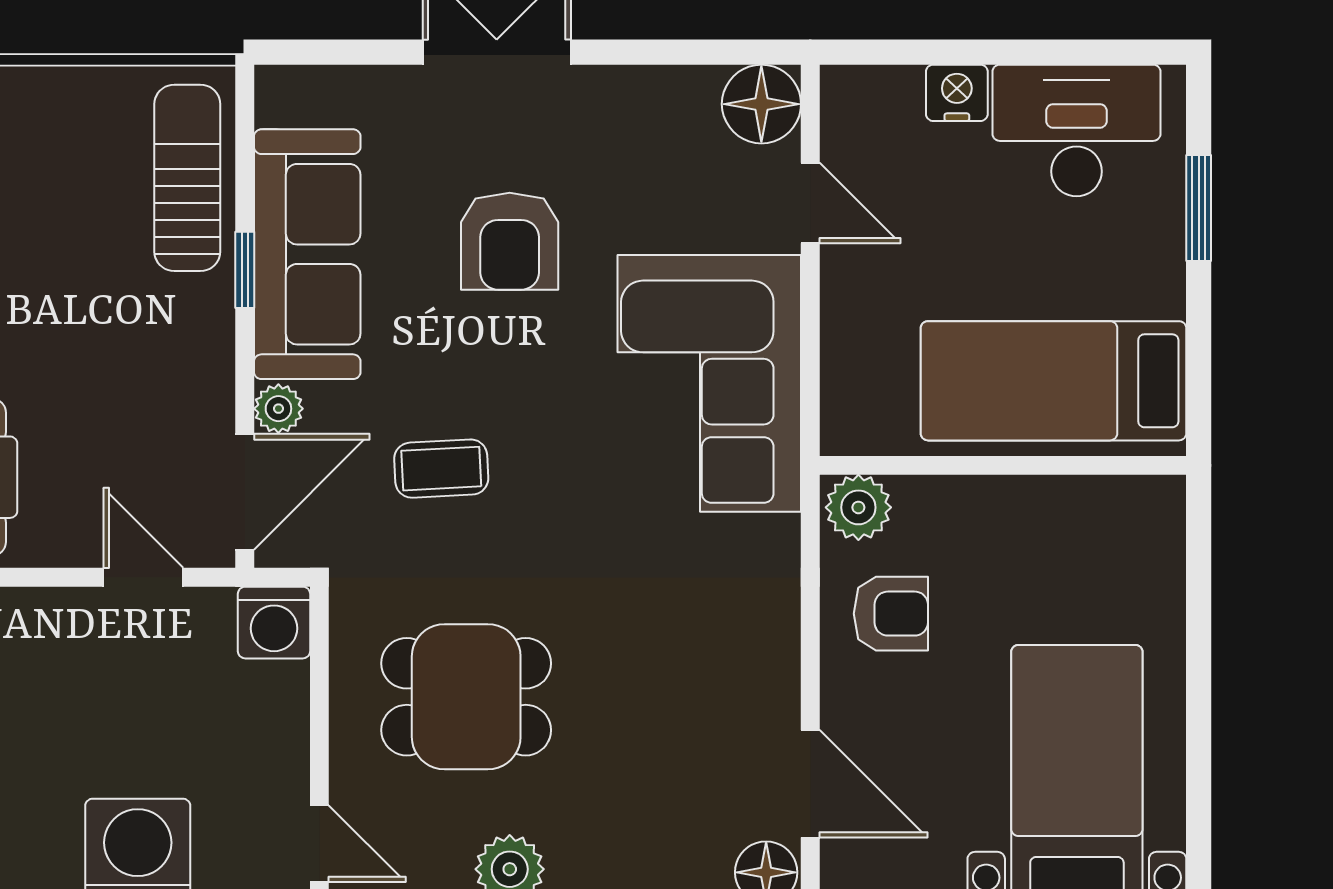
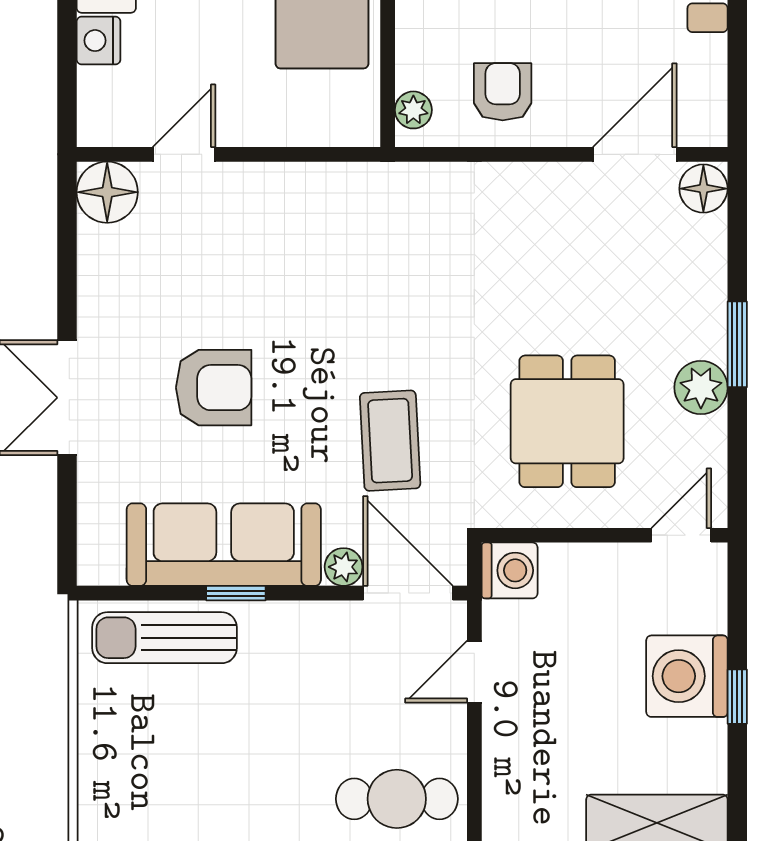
corner sofa: (709, 383) -> (324, 233), removed
coffee table: (441, 469) -> (390, 441), width x1.36, depth x1.30
plant: (858, 507) -> (413, 110), width x0.73, depth x0.73

